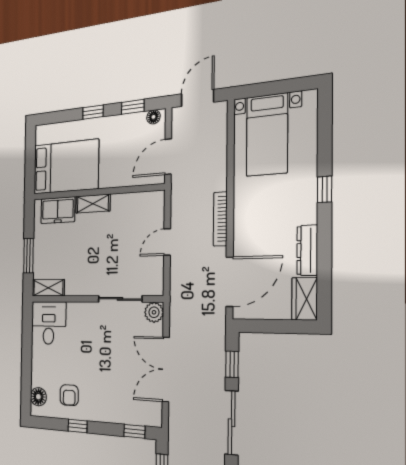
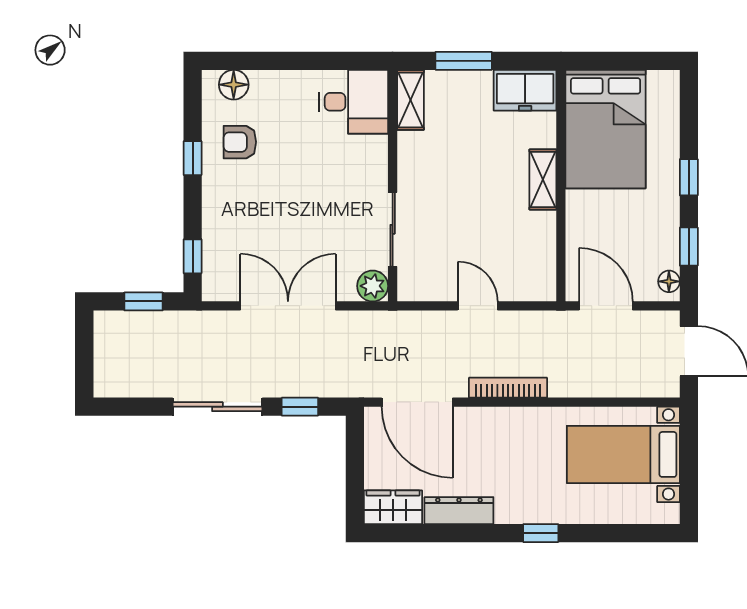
freezer: (58, 210) -> (525, 90), moved, turned -90

